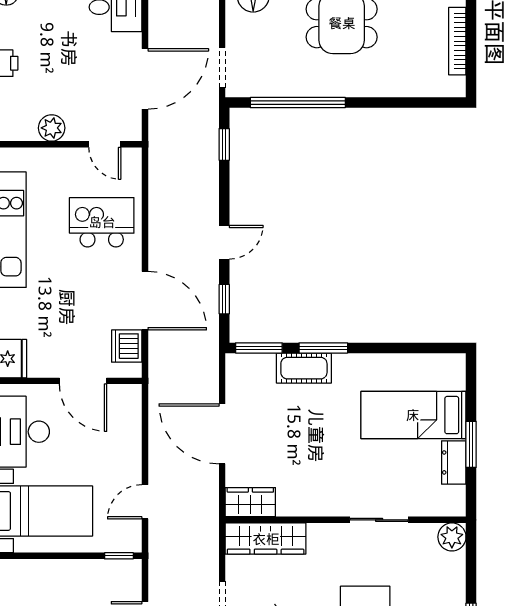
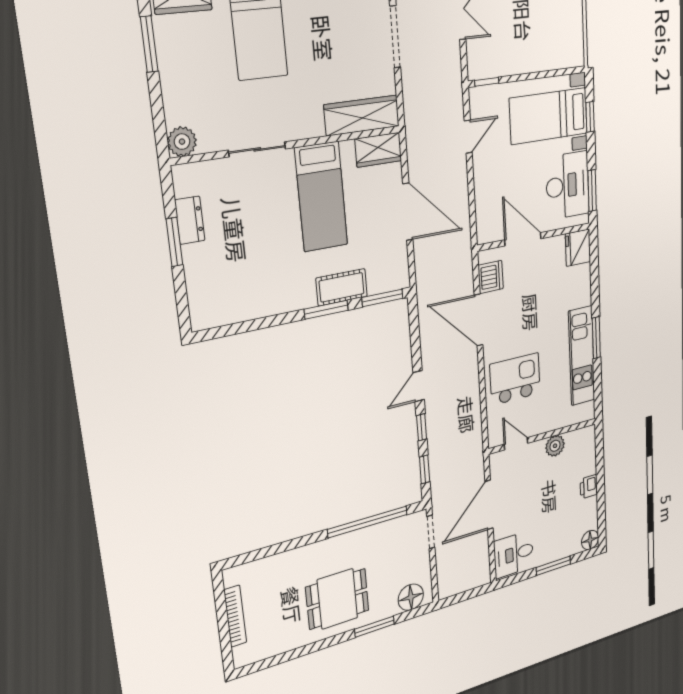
kitchen island: (102, 222) -> (515, 379), turned 180
window: (224, 299) -> (422, 427), moved
bed: (413, 415) -> (321, 197), moved, turned 90

